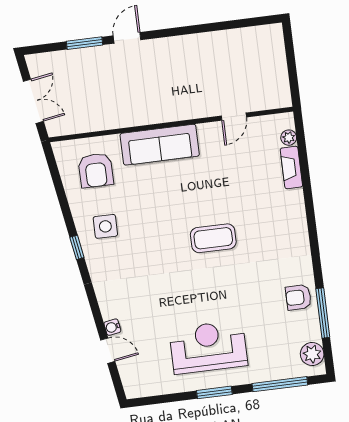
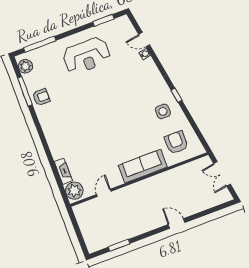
door: (127, 38) -> (177, 224), swing flipped
window: (84, 43) -> (119, 245), moved
plant: (289, 138) -> (74, 191), width x1.87, depth x1.87
coffee table: (213, 238) -> (99, 119), removed
window: (214, 392) -> (103, 20), moved

